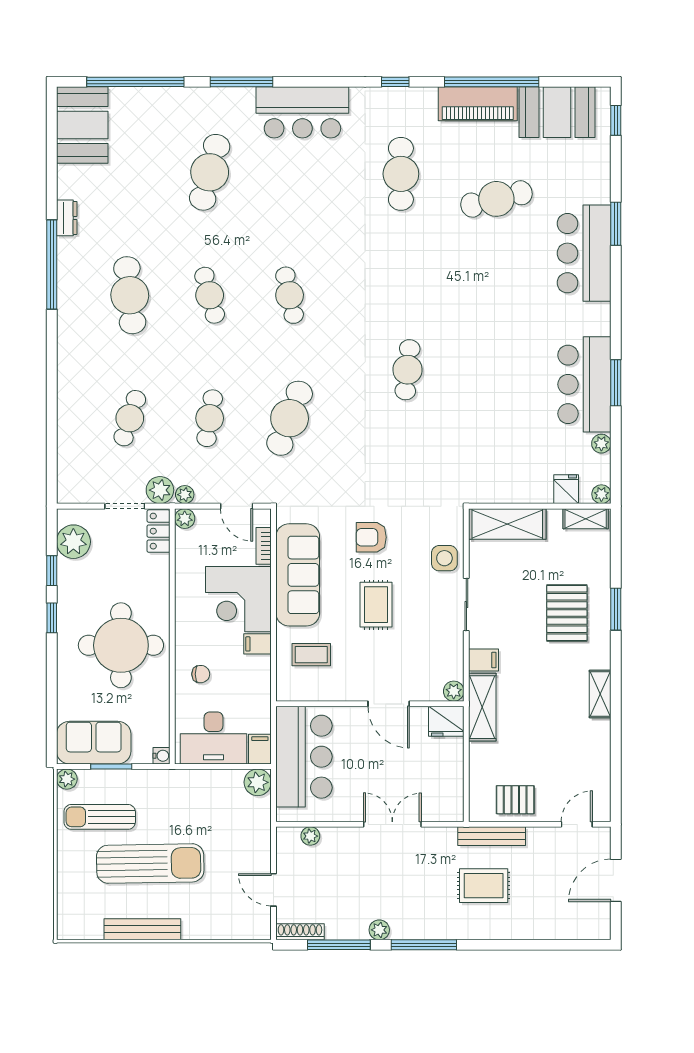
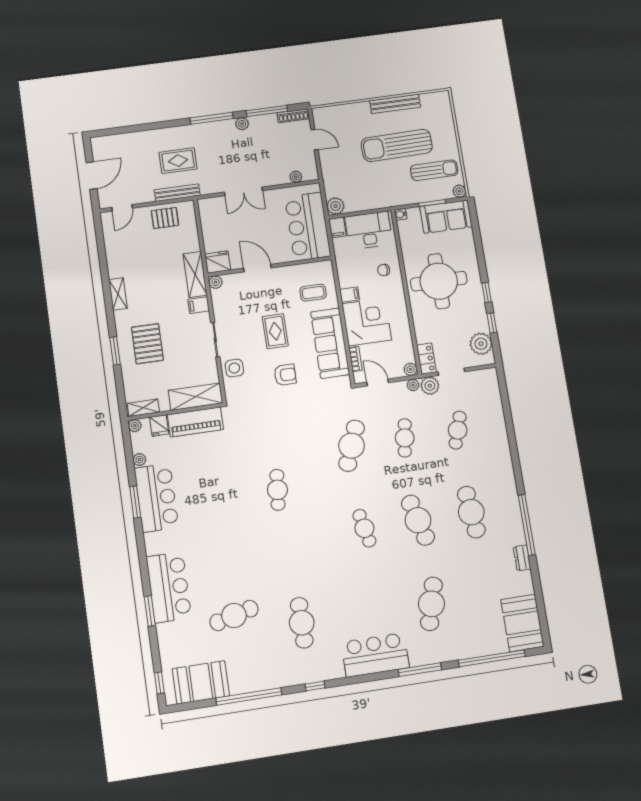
piano: (478, 104) -> (195, 422), moved, turned 180
cafe table: (210, 295) -> (418, 520), width x1.37, depth x1.35

